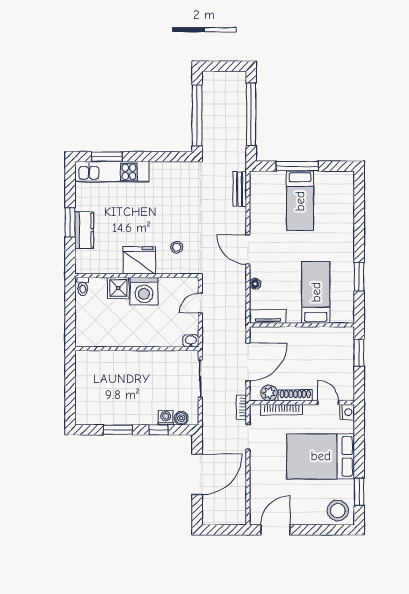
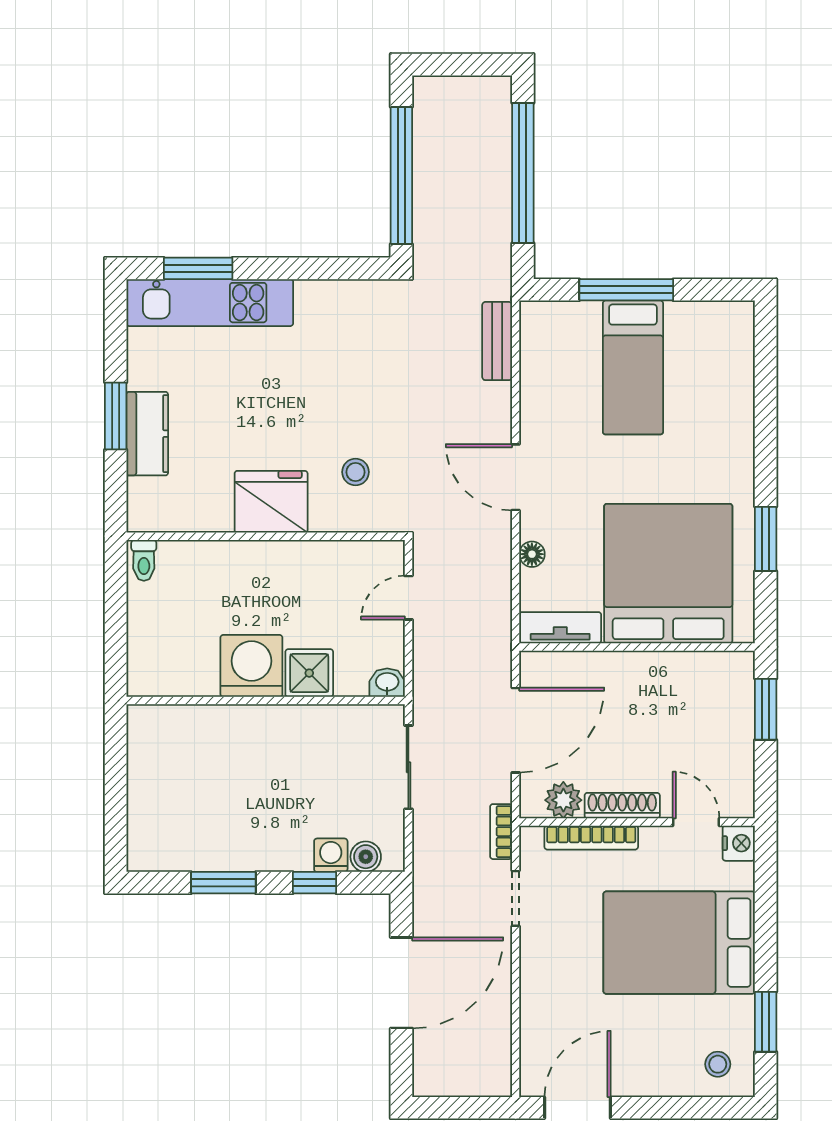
shower: (118, 288) -> (309, 673), moved
washing machine: (144, 291) -> (251, 666), moved, turned 180
bed: (316, 292) -> (668, 574), width x2.04
stool: (338, 510) -> (718, 1064), width x0.53, depth x0.53

